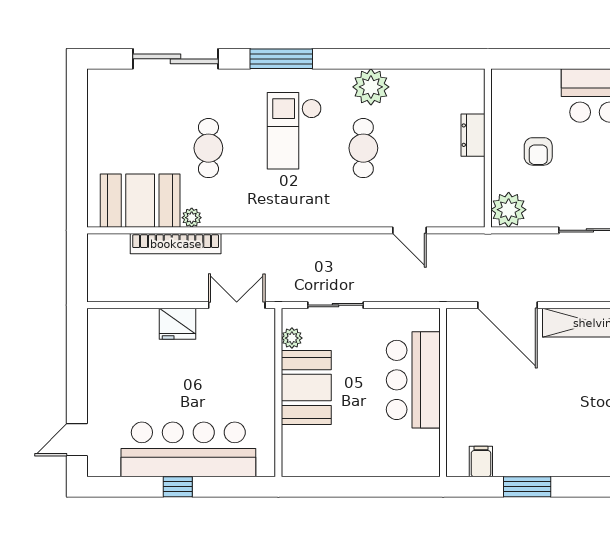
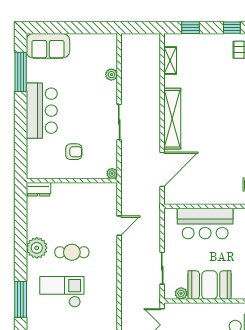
checkout: (294, 131) -> (62, 292), turned 180
dresser: (473, 135) -> (38, 189), moved
plant: (509, 210) -> (112, 173), width x0.53, depth x0.53

